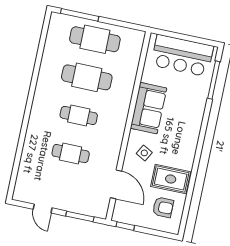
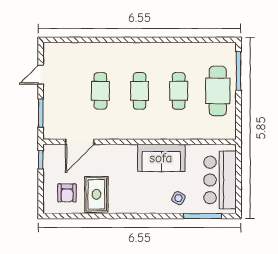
cafe table: (87, 77) -> (179, 91), width x0.73, depth x0.74
side table: (144, 153) -> (178, 198), moved

